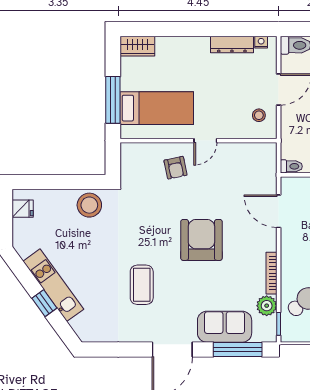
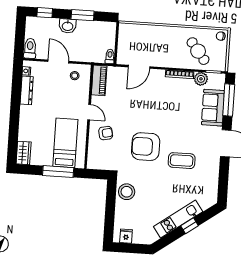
piano: (254, 153) -> (99, 80), added
armchair: (201, 240) -> (146, 147), moved

